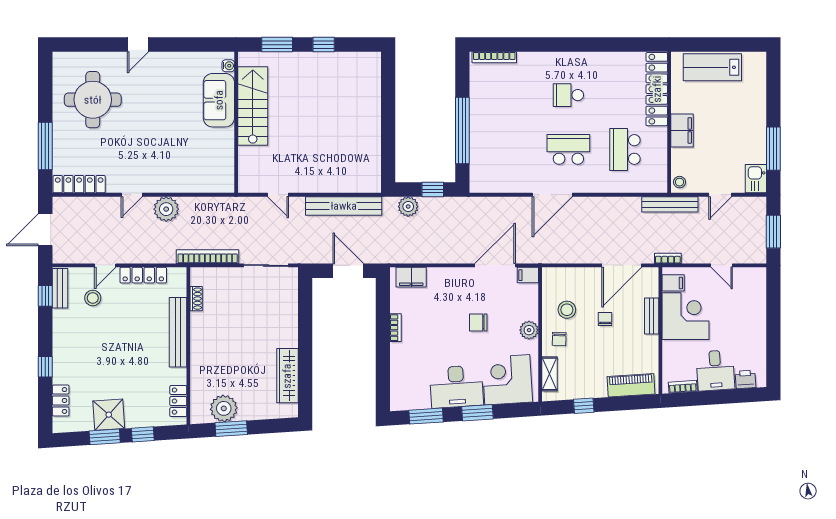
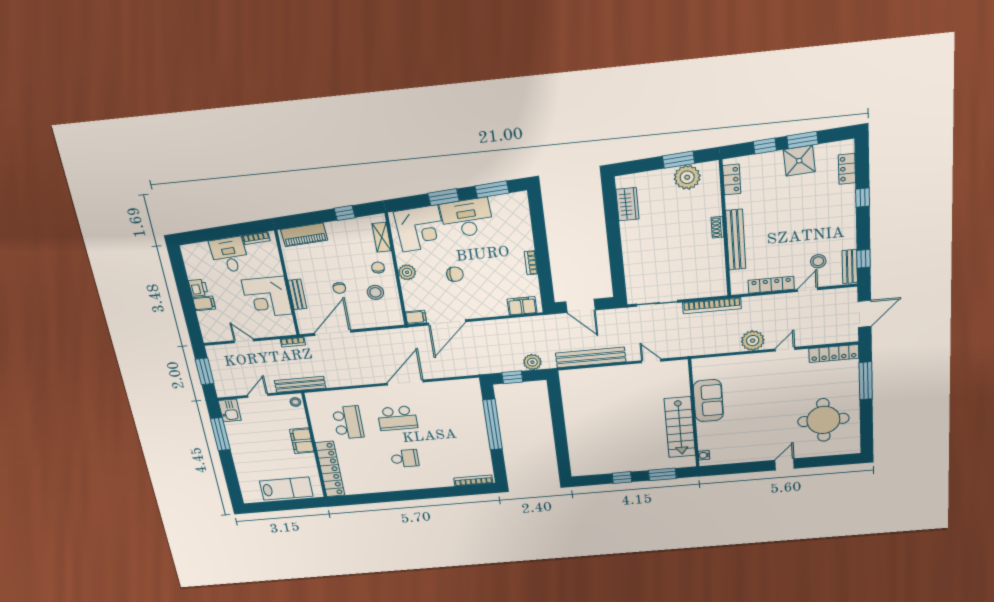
sofa: (219, 100) -> (708, 401), moved
filing cabinet: (673, 283) -> (204, 303), moved, turned 180
shoe rack: (196, 299) -> (717, 227), moved
wardrobe: (287, 376) -> (627, 204), width x0.67
printer: (746, 379) -> (198, 288), moved, turned -86

